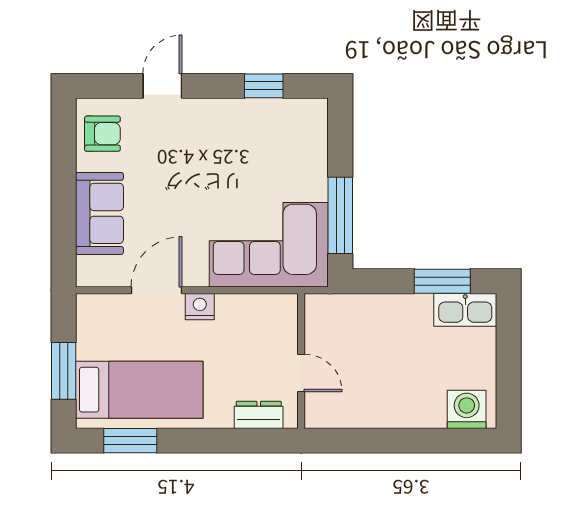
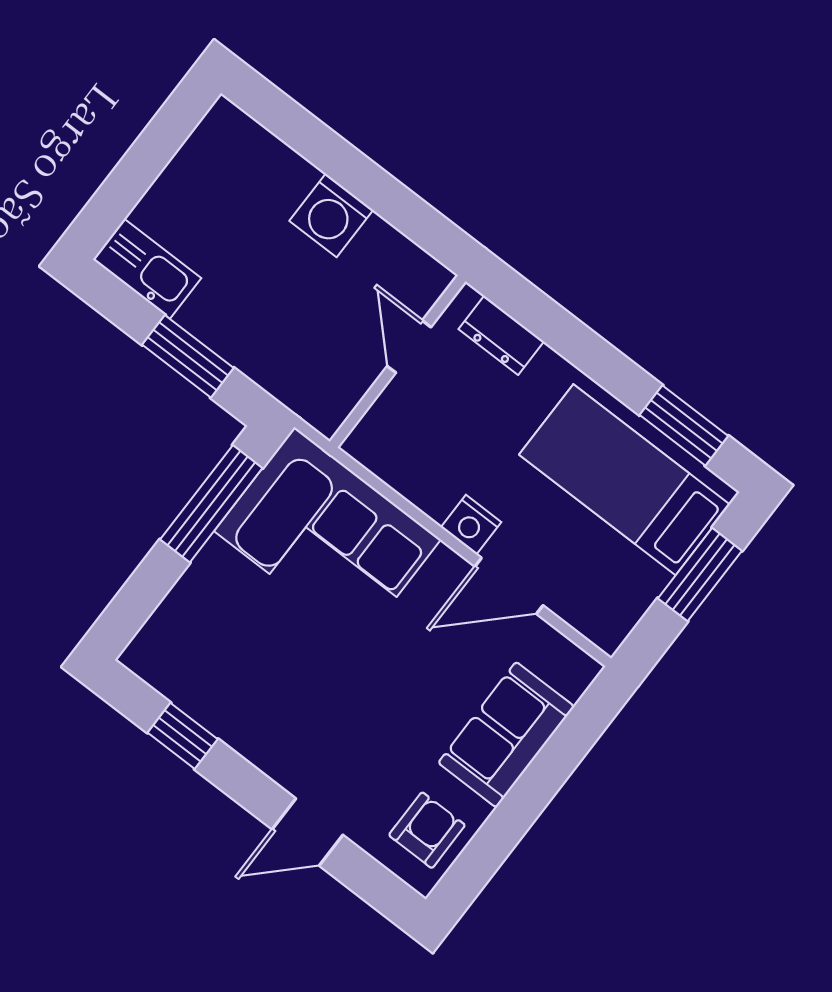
armchair: (102, 134) -> (427, 830), turned 90
window: (442, 281) -> (188, 356), moved
washing machine: (467, 409) -> (331, 215), moved

